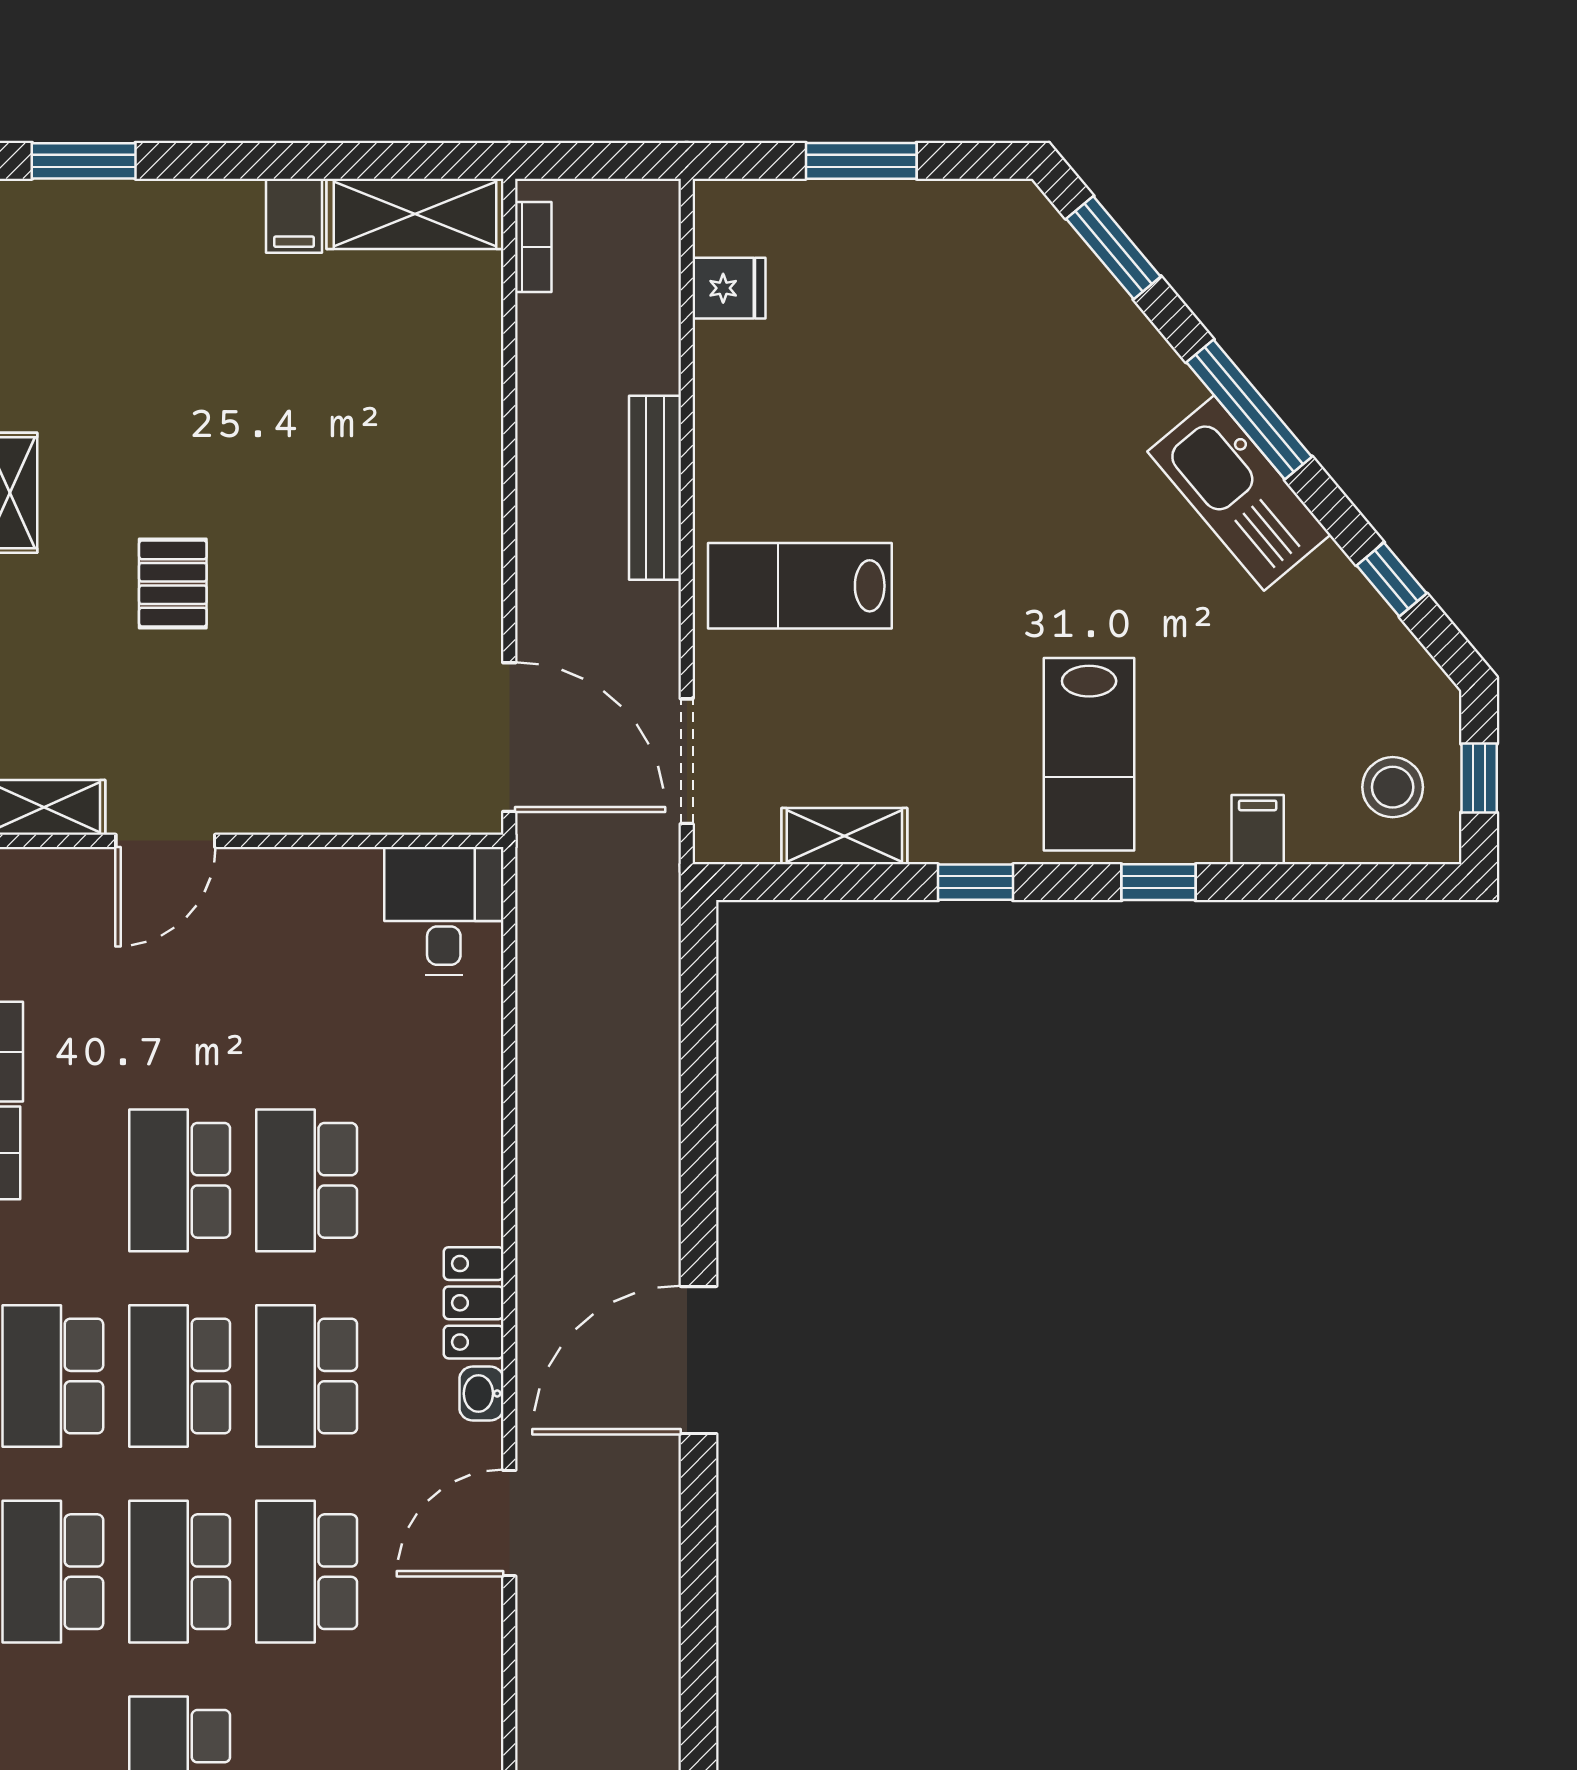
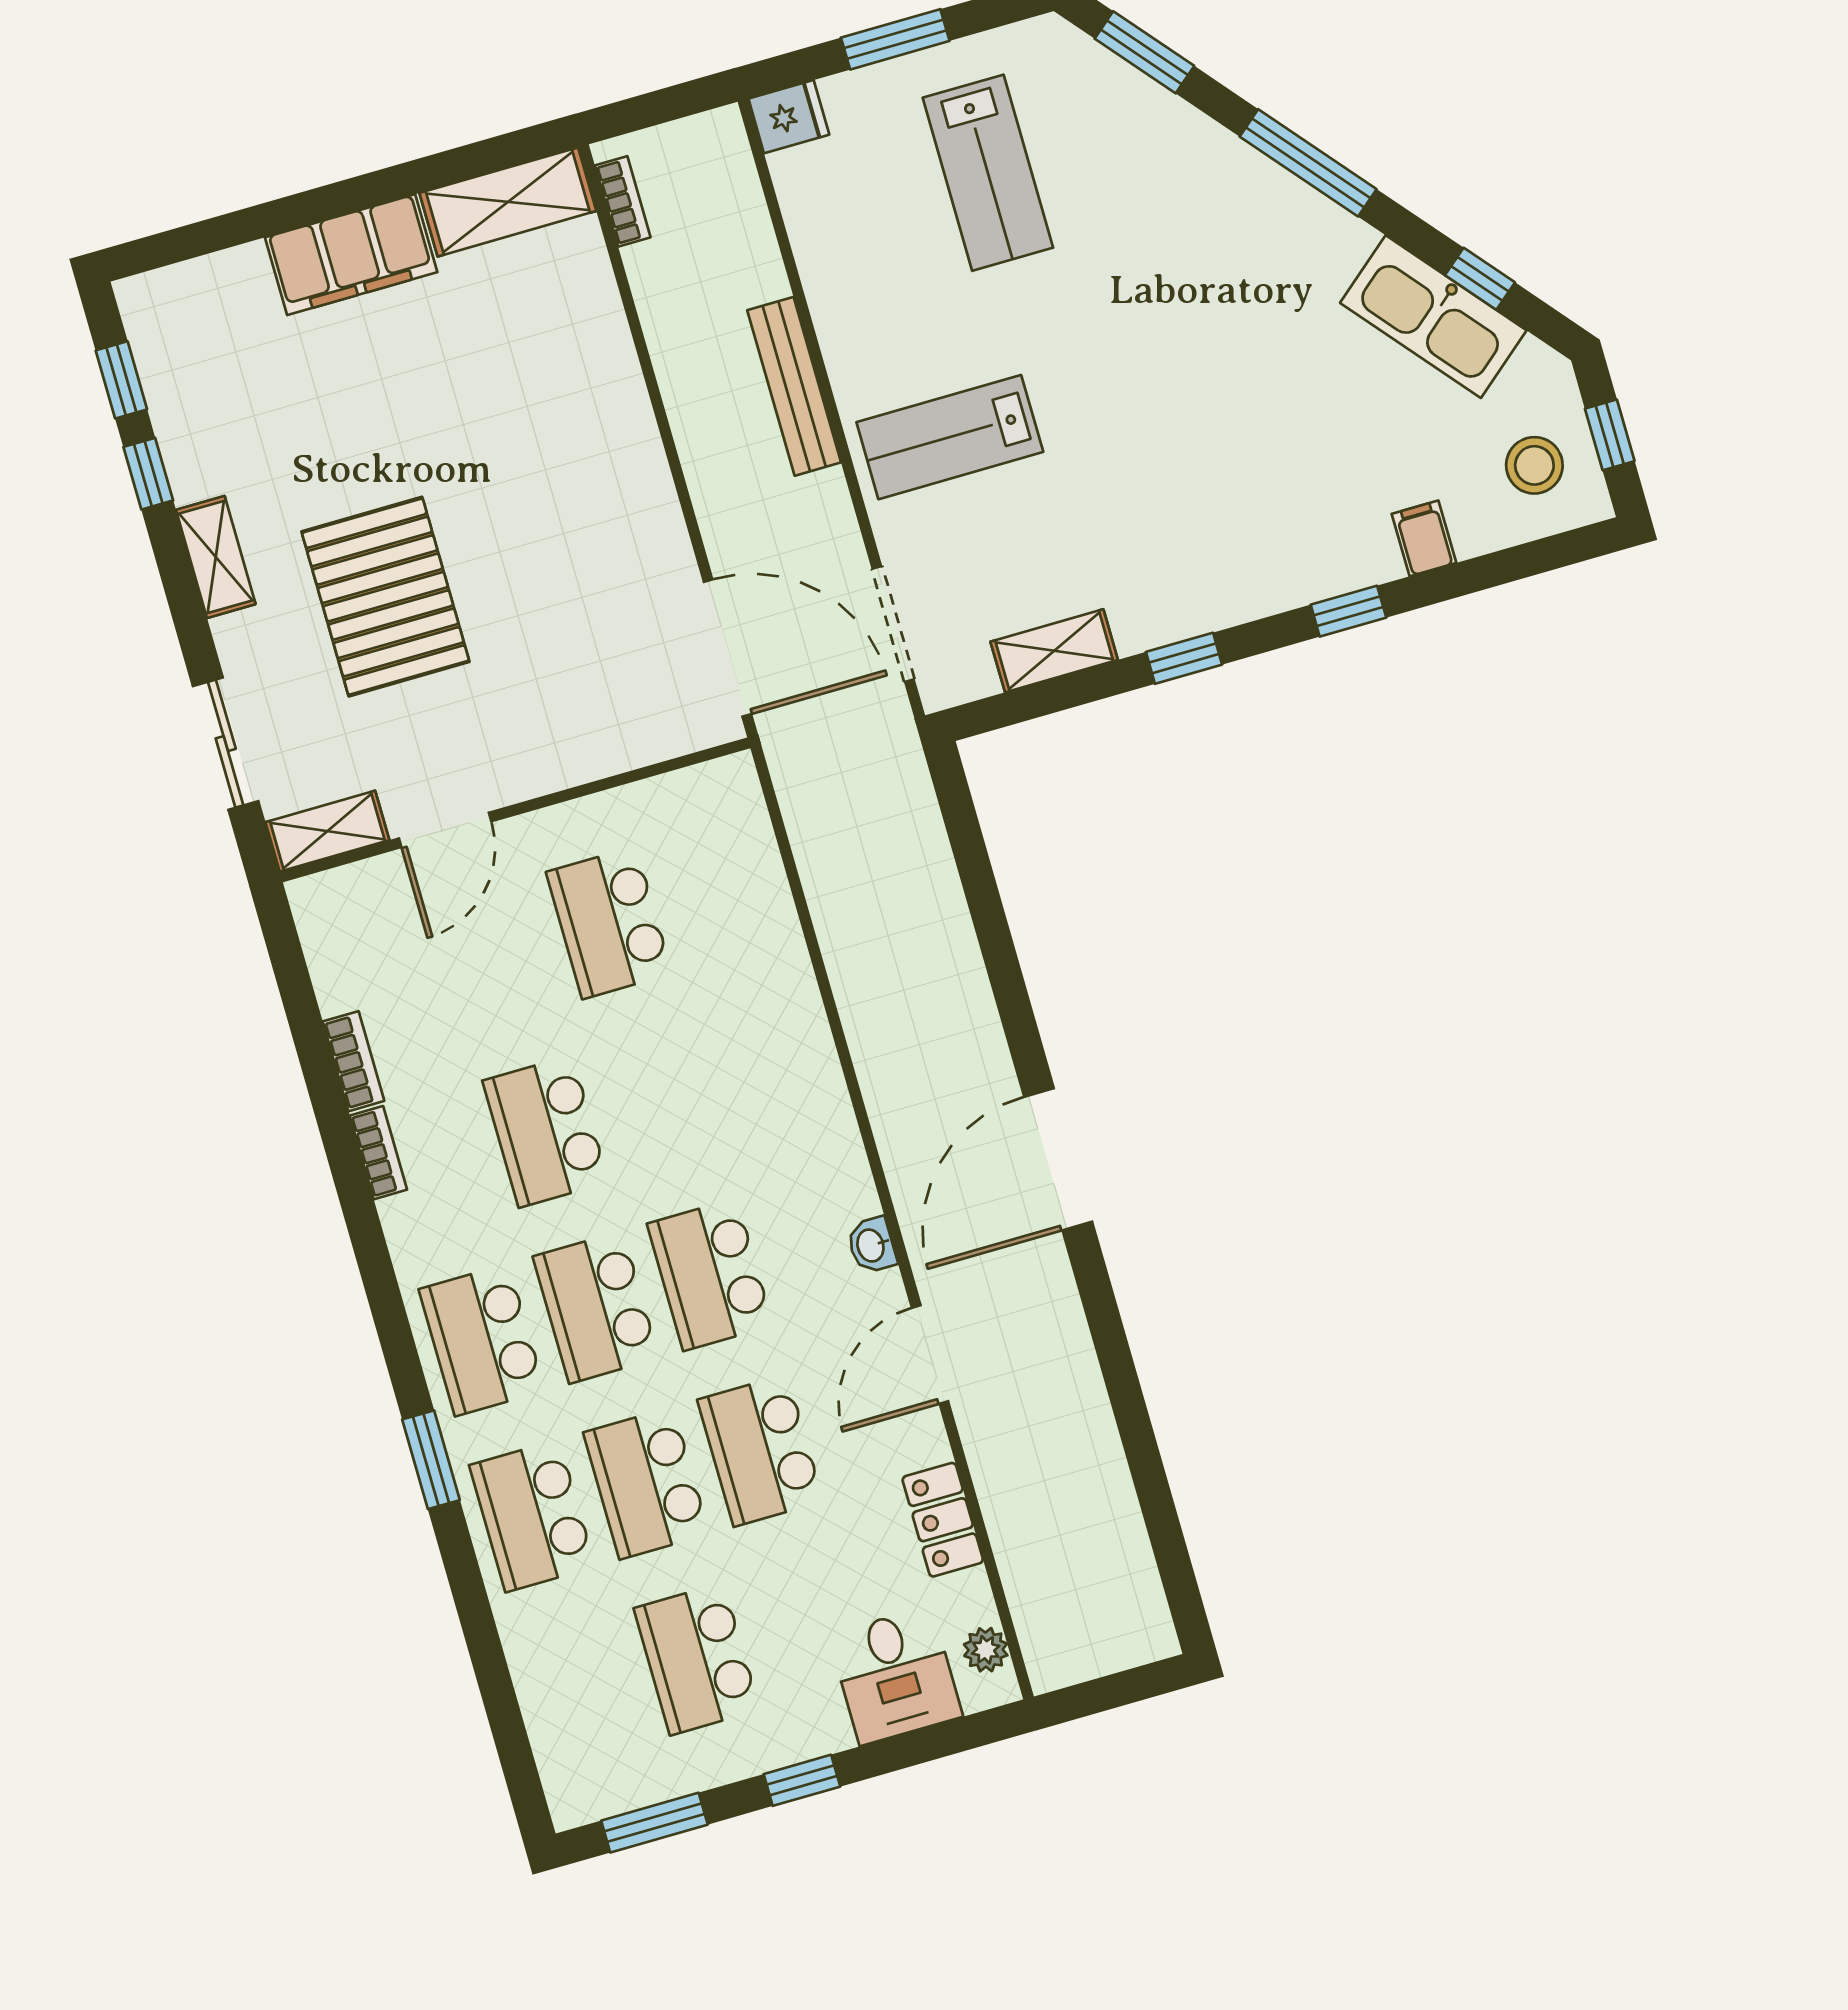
window: (84, 161) -> (196, 240), removed
filing cabinet: (294, 216) -> (351, 255), width x3.00, depth x1.17
fridge: (729, 288) -> (789, 117), moved
kitchen sink: (1239, 493) -> (1433, 317), moved
pallet: (173, 583) -> (385, 597), width x2.05, depth x2.00
lab bench: (1089, 754) -> (988, 173), moved
desk: (444, 911) -> (713, 821), removed
school desk: (307, 1180) -> (609, 923), moved
locker: (474, 1303) -> (943, 1520), moved

